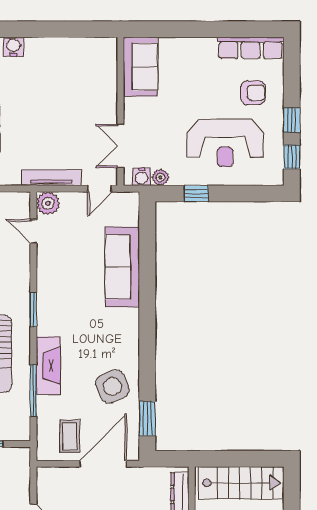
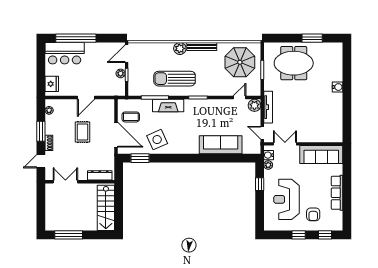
row of seats: (251, 48) -> (337, 193), moved
sofa: (141, 67) -> (321, 155), width x1.36
window: (292, 157) -> (325, 235), moved

